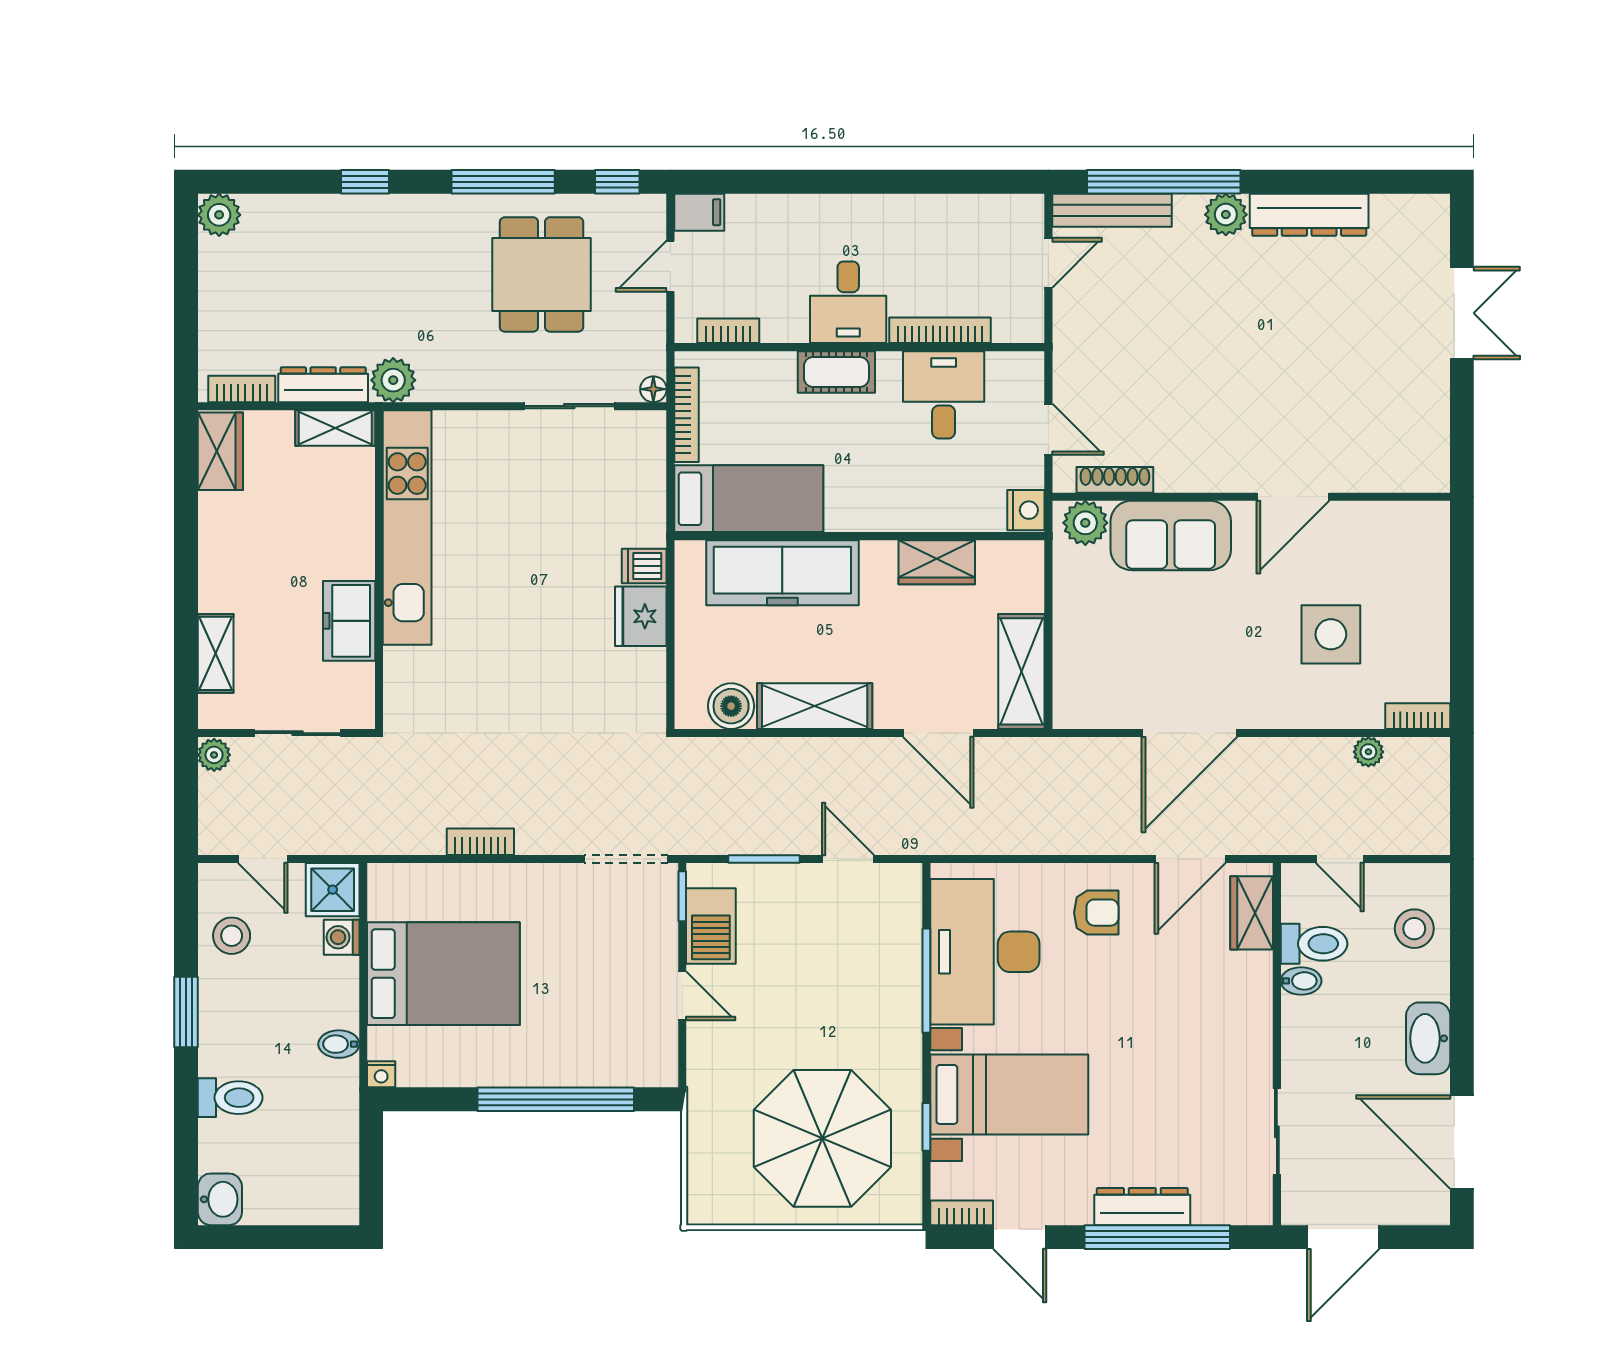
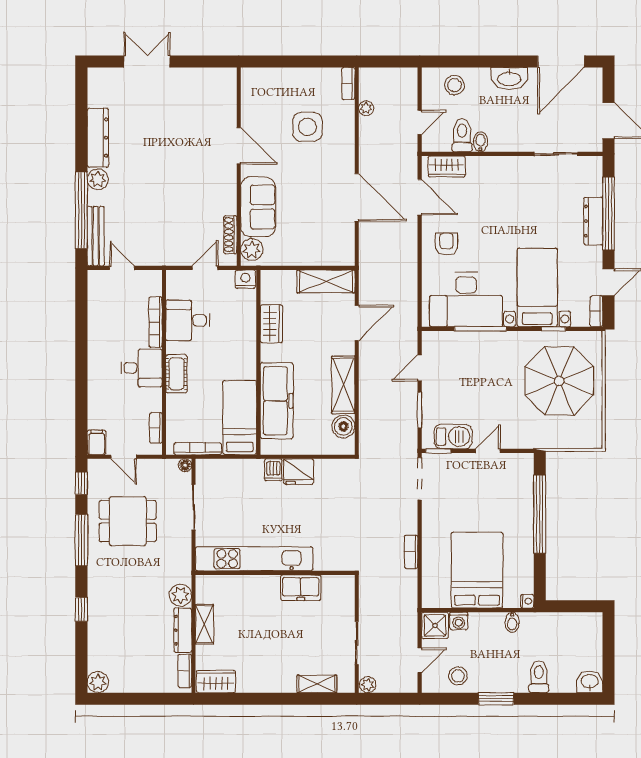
kitchen unit: (407, 528) -> (254, 559), moved
wall: (379, 570) -> (275, 573), moved
freezer: (349, 621) -> (301, 588), moved

